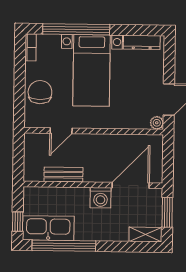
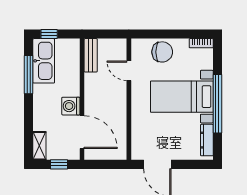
window: (76, 29) -> (217, 104), moved
plant: (157, 123) -> (137, 154), removed
bench: (63, 175) -> (91, 55), moved
window: (167, 212) -> (59, 164), width x0.67
window: (64, 246) -> (29, 75), width x0.68

